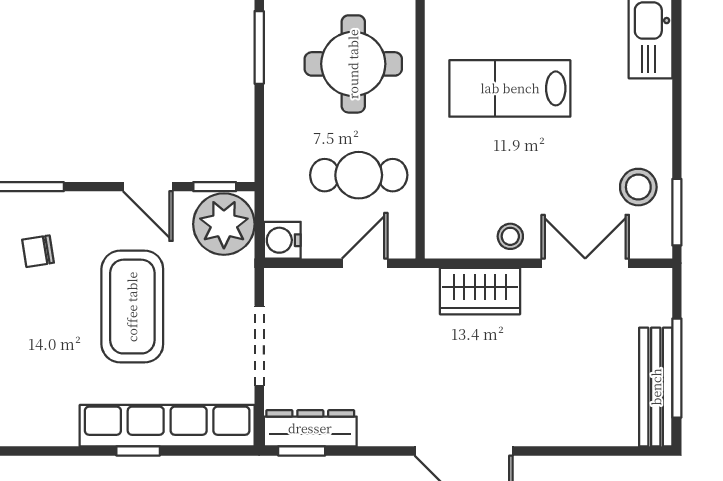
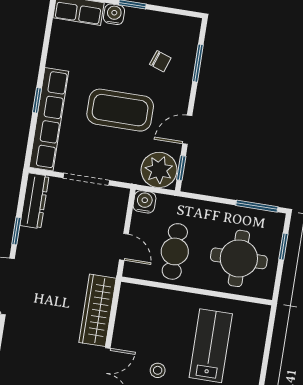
stool: (510, 236) -> (158, 370), moved
chair: (38, 251) -> (160, 61), turned 118
wardrobe: (480, 291) -> (98, 310), width x1.50
window: (302, 451) -> (16, 231), moved

